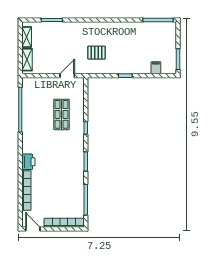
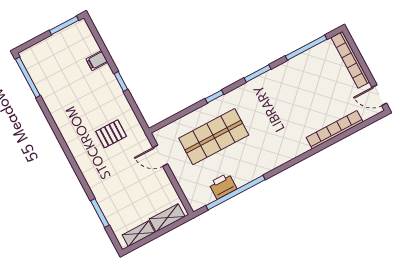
pallet: (96, 53) -> (111, 134), turned 90
filing cabinet: (156, 68) -> (97, 61), moved
shop shelf: (61, 114) -> (214, 137), width x1.43, depth x1.36
printer: (28, 162) -> (223, 186), moved
door: (33, 229) -> (379, 95), hinge flipped

